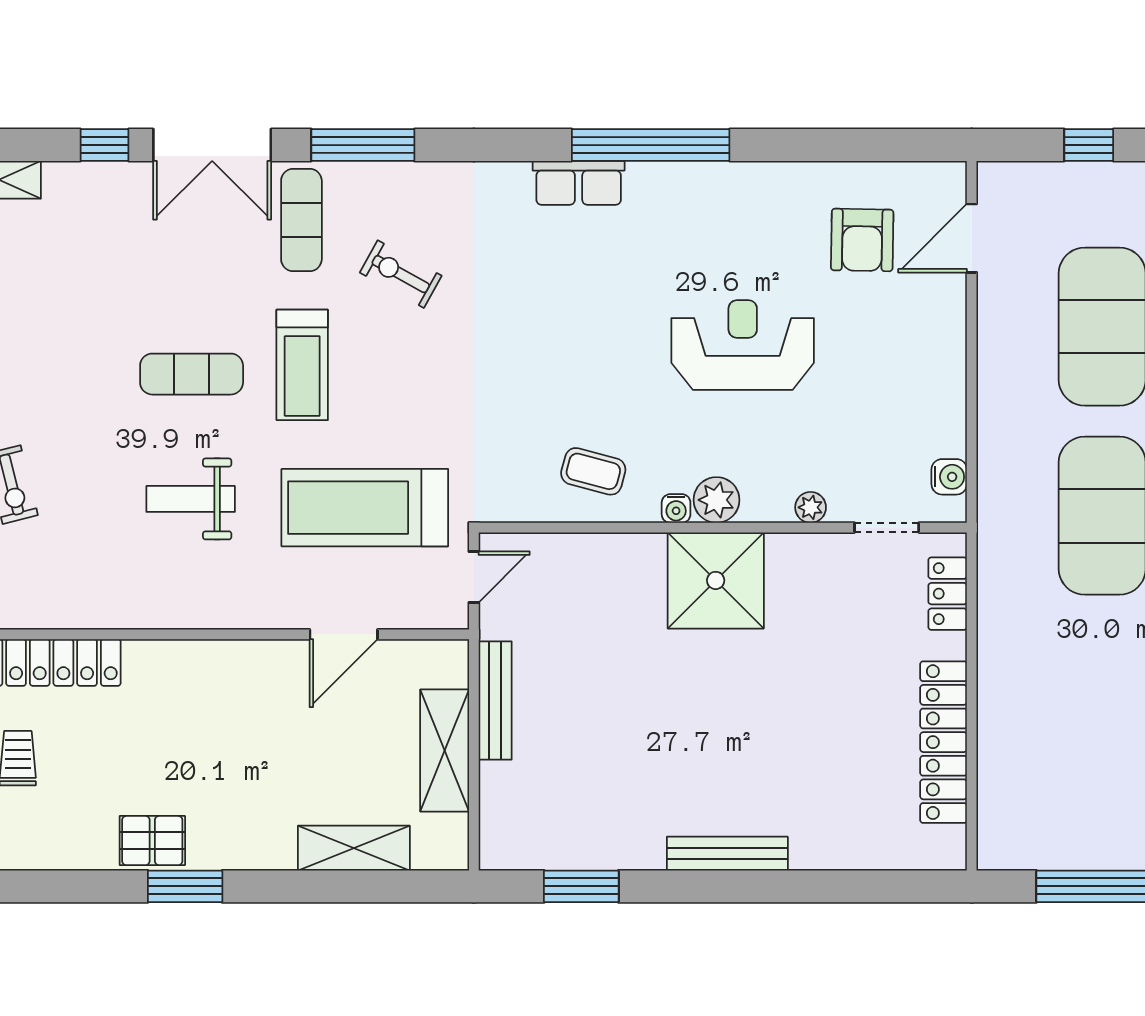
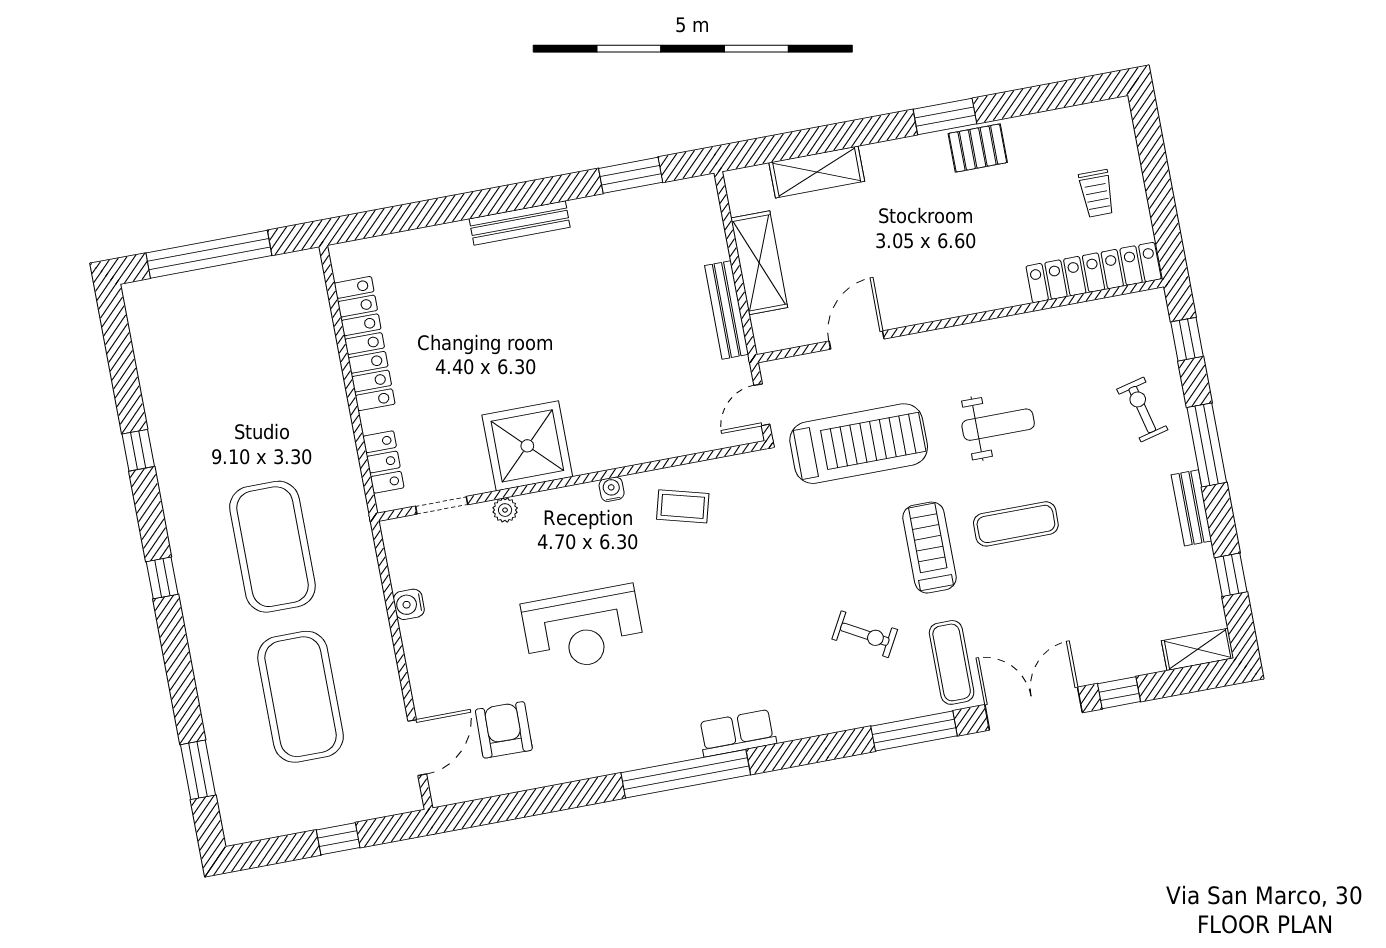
water cooler: (949, 477) -> (409, 604), moved
plant: (716, 500) -> (581, 502), removed
shower: (716, 580) -> (527, 446), moved

